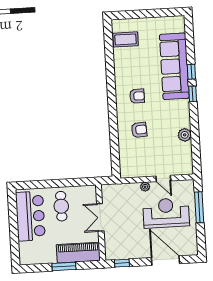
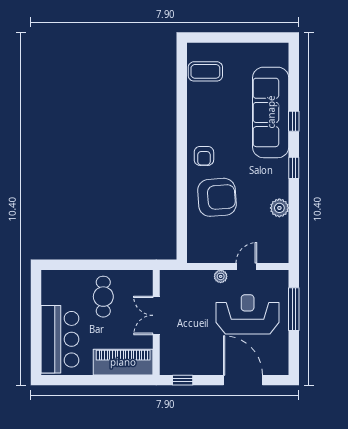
window: (193, 94) -> (294, 168), moved
armchair: (137, 96) -> (204, 156), moved, turned 90
armchair: (139, 130) -> (217, 197), width x1.88, depth x1.88
door: (163, 178) -> (246, 266), swing flipped
bar counter: (30, 216) -> (60, 339), moved
window: (64, 266) -> (102, 380), removed

